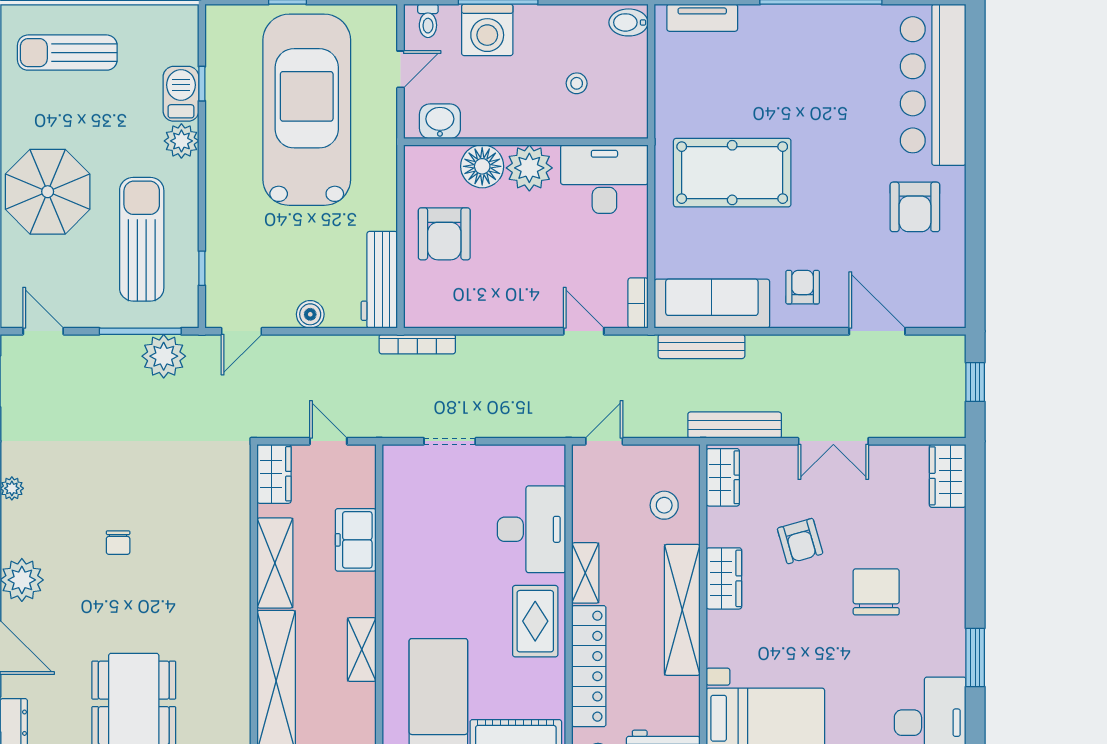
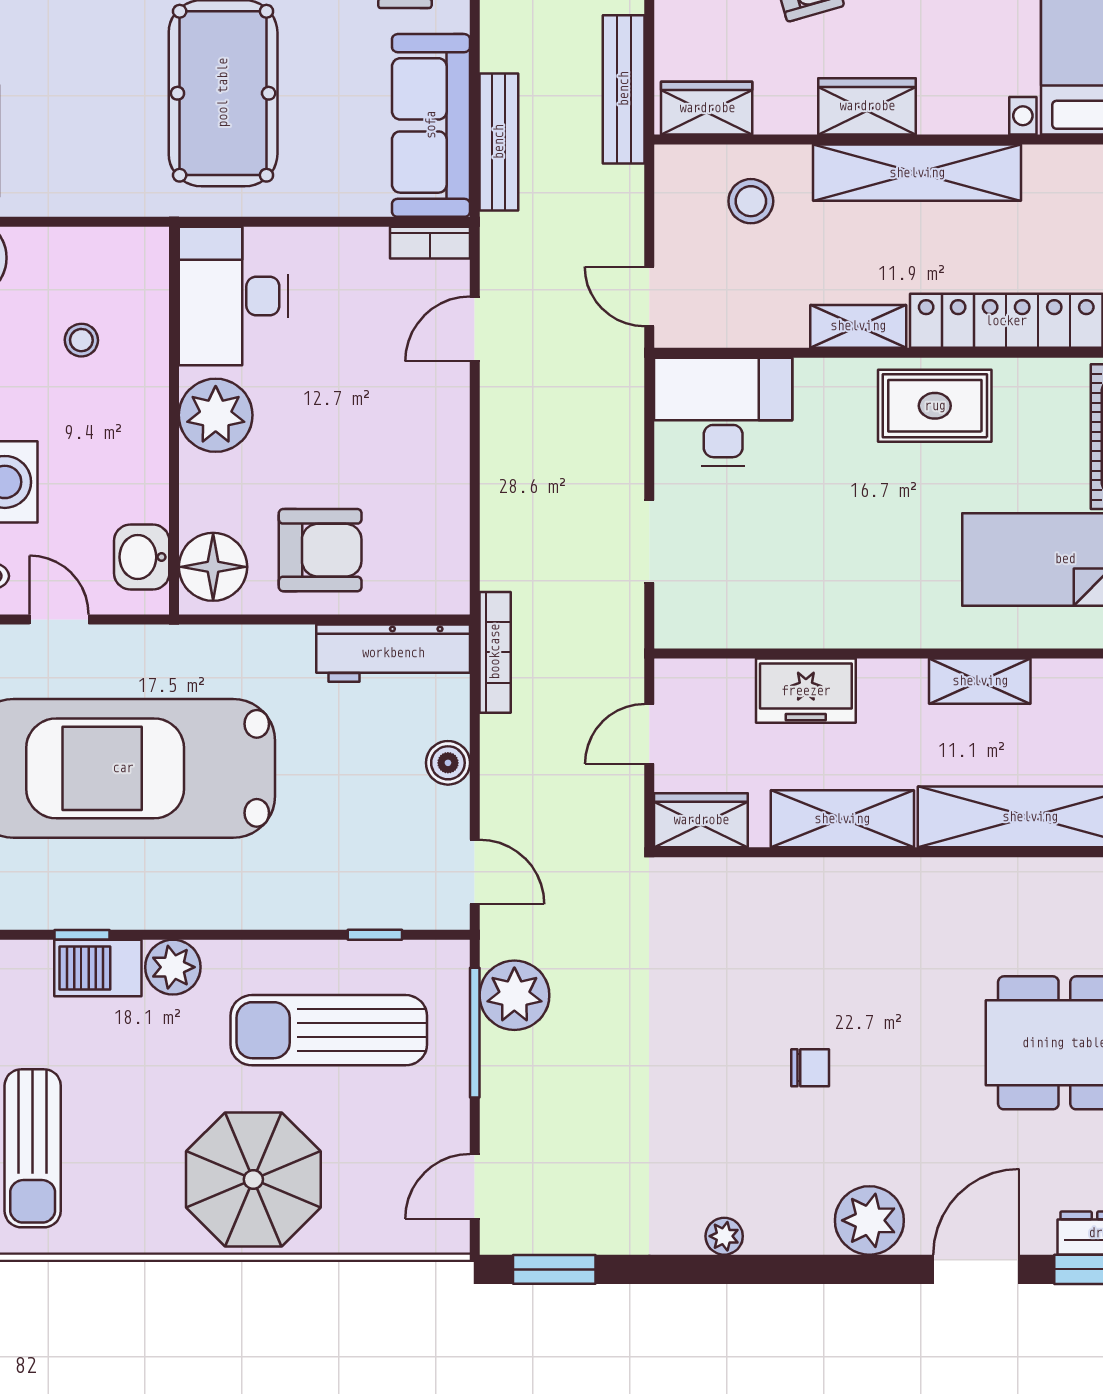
floor lamp: (482, 166) -> (213, 567), moved
bookcase: (417, 344) -> (495, 652), moved
desk: (531, 529) -> (723, 412), moved

